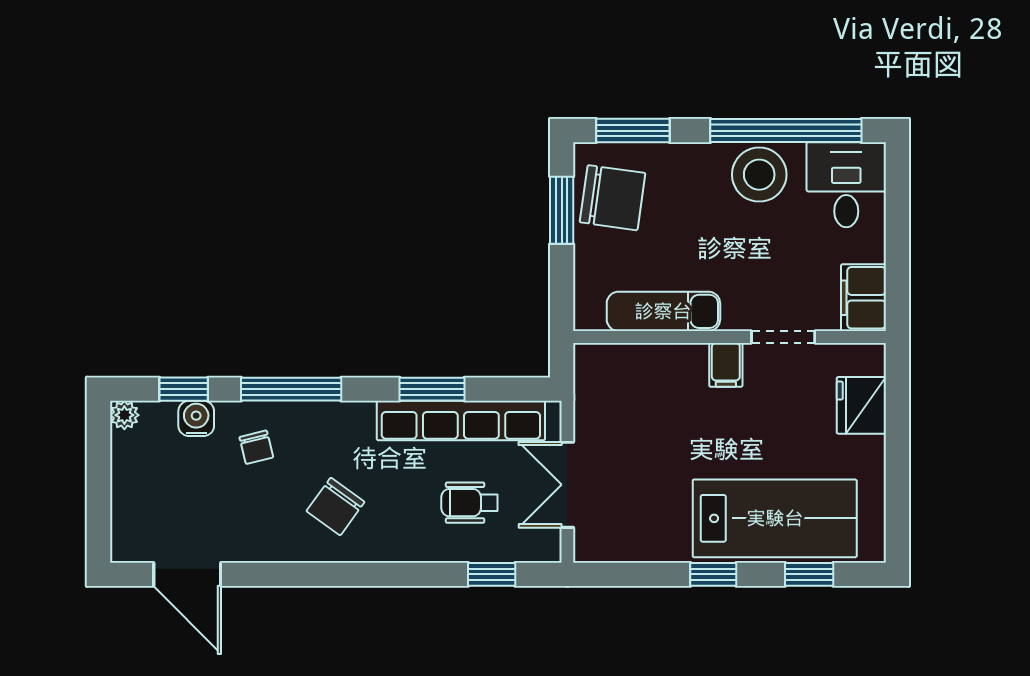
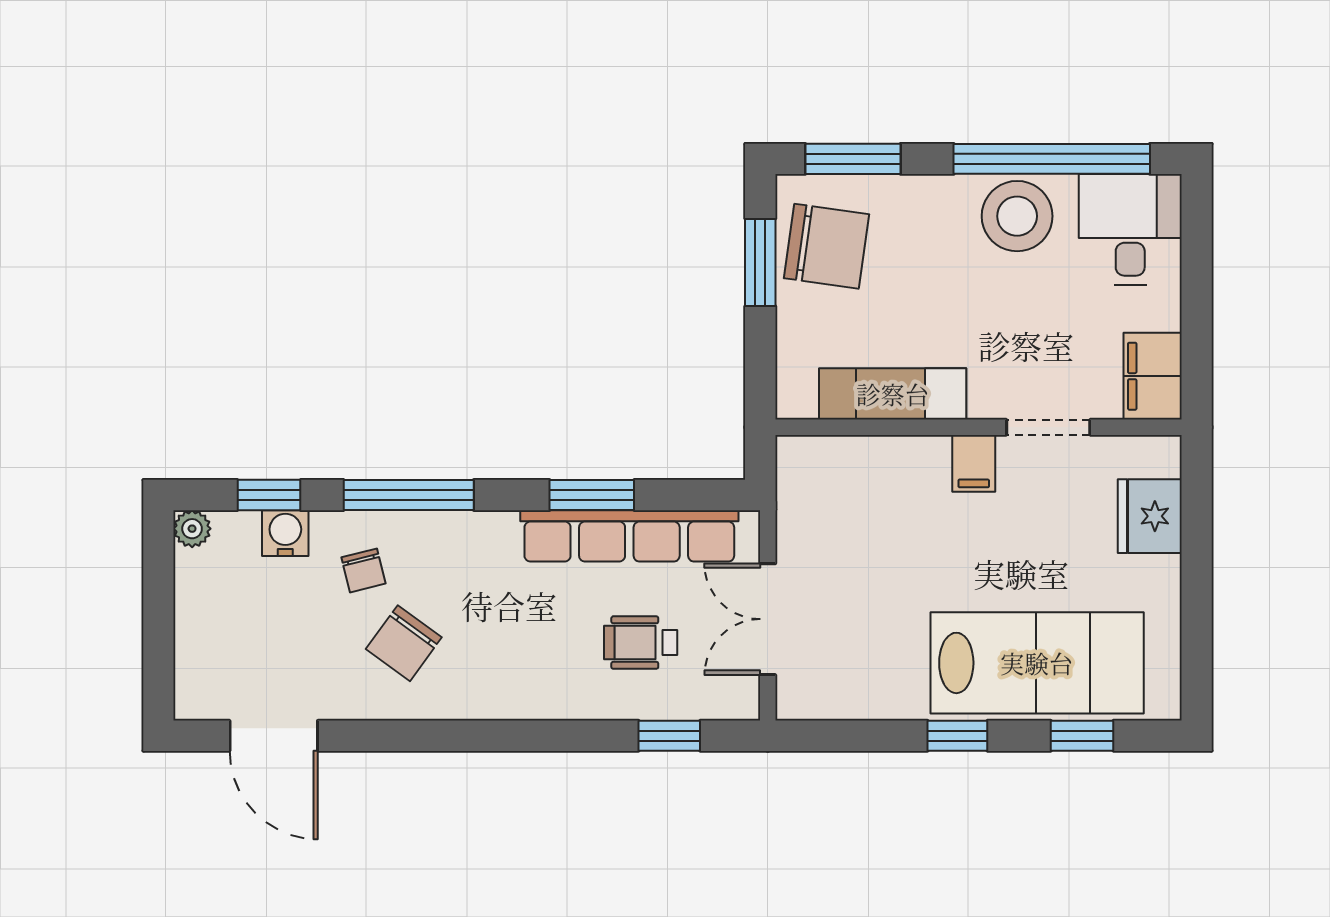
chair: (335, 506) -> (404, 643), moved

